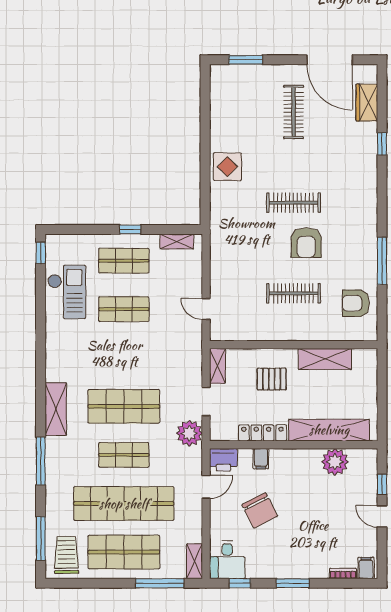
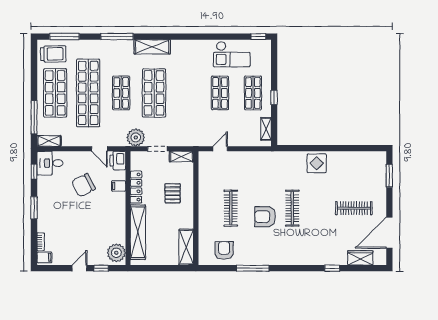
shelving: (325, 359) -> (186, 247), moved
plant: (335, 462) -> (116, 253), moved

